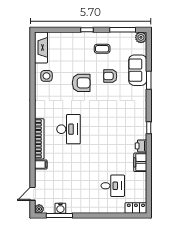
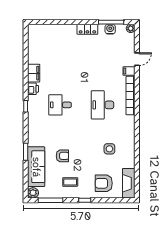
sofa: (138, 70) -> (36, 167), width x1.36
side table: (47, 76) -> (109, 149), moved
armchair: (81, 83) -> (104, 183), moved
desk: (113, 186) -> (60, 105), moved
door: (33, 194) -> (137, 59), moved
locker: (136, 208) -> (87, 29), moved

